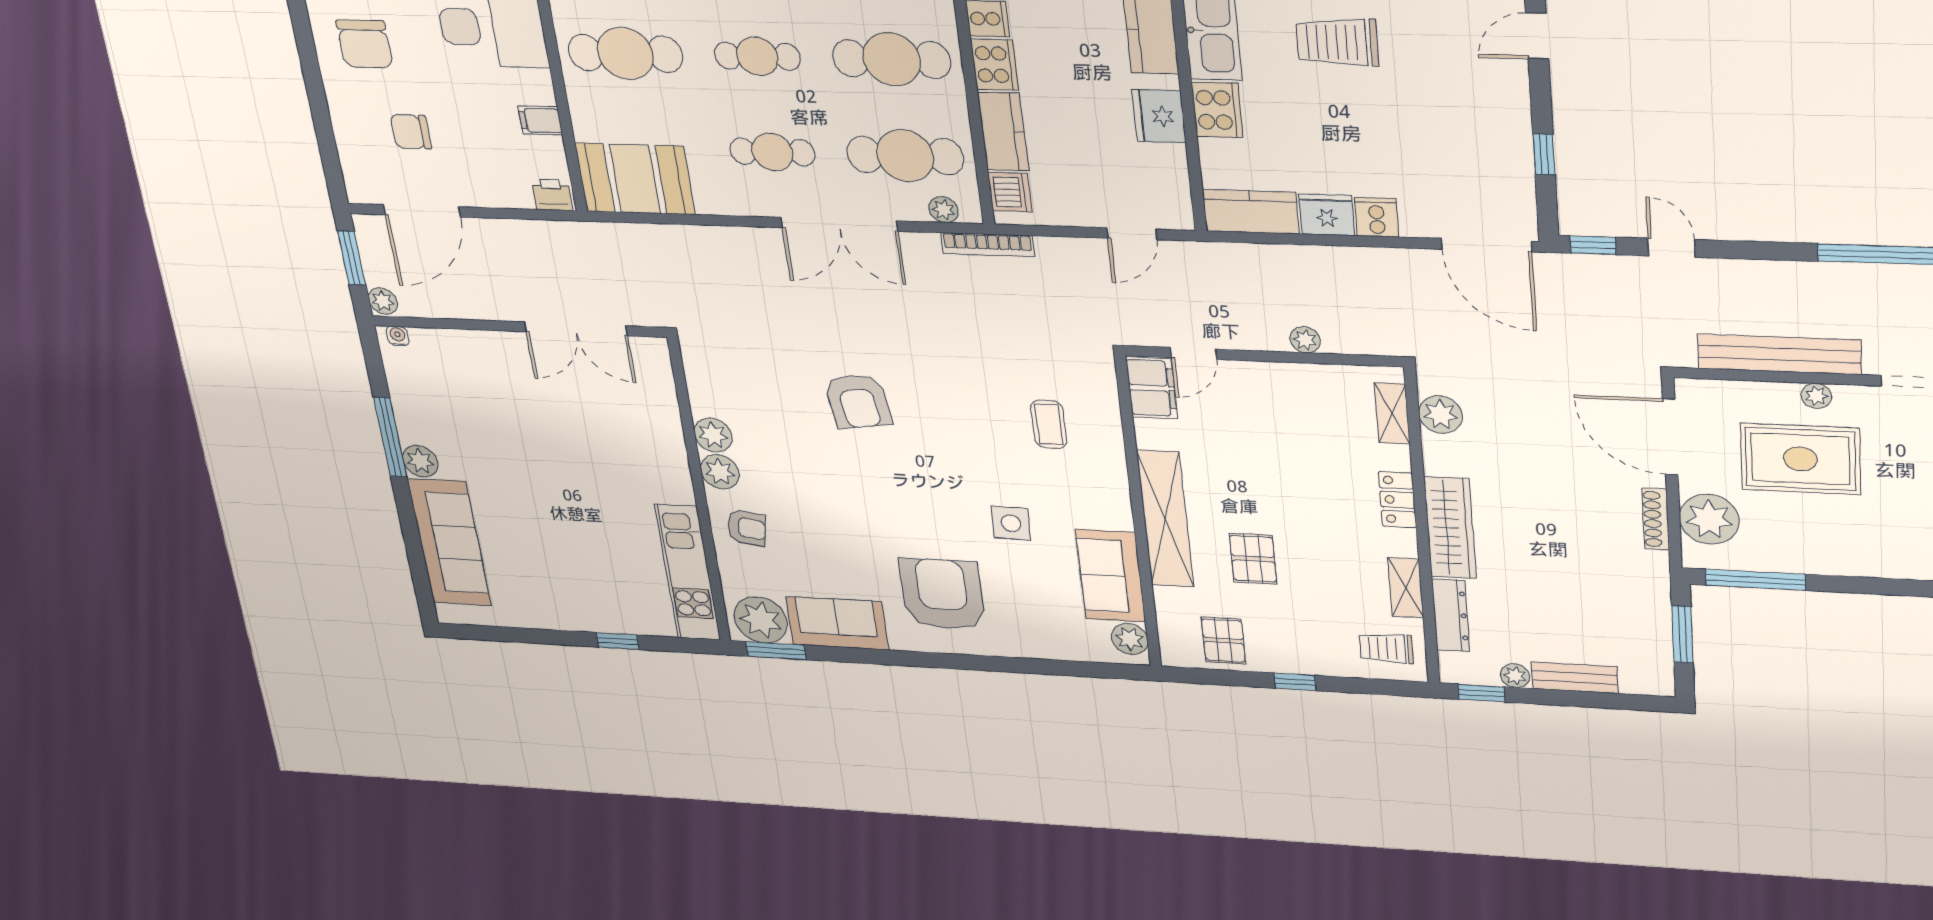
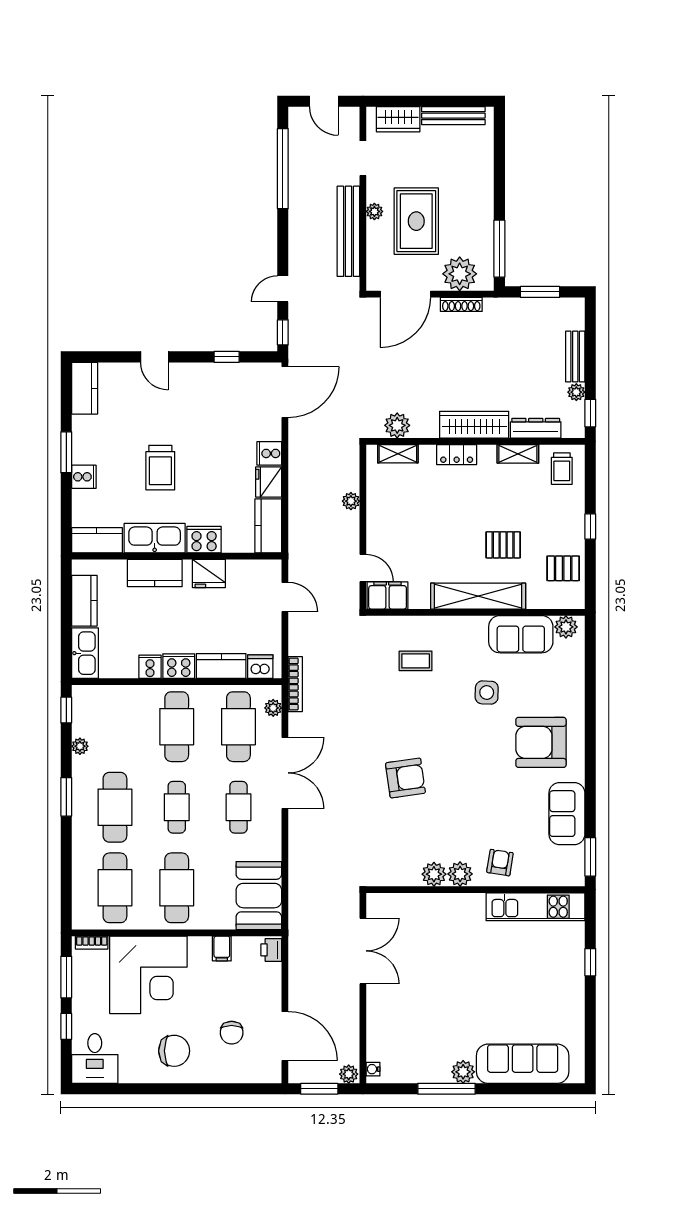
plant: (761, 620) -> (568, 864), removed

